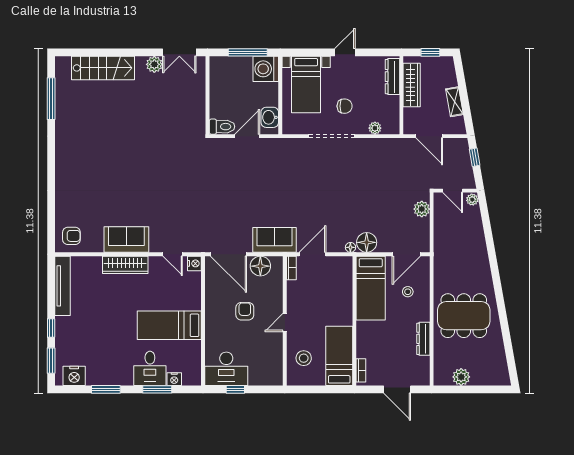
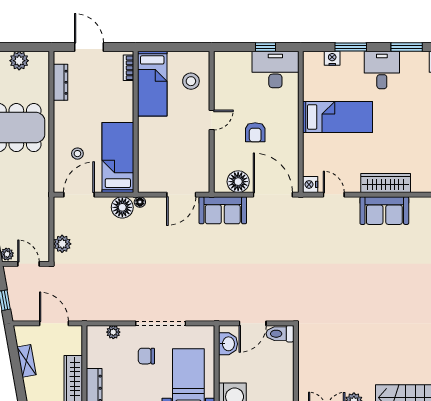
bookcase: (291, 268) -> (204, 180), removed
dresser: (423, 339) -> (60, 82), moved
desk: (150, 368) -> (382, 70), moved

